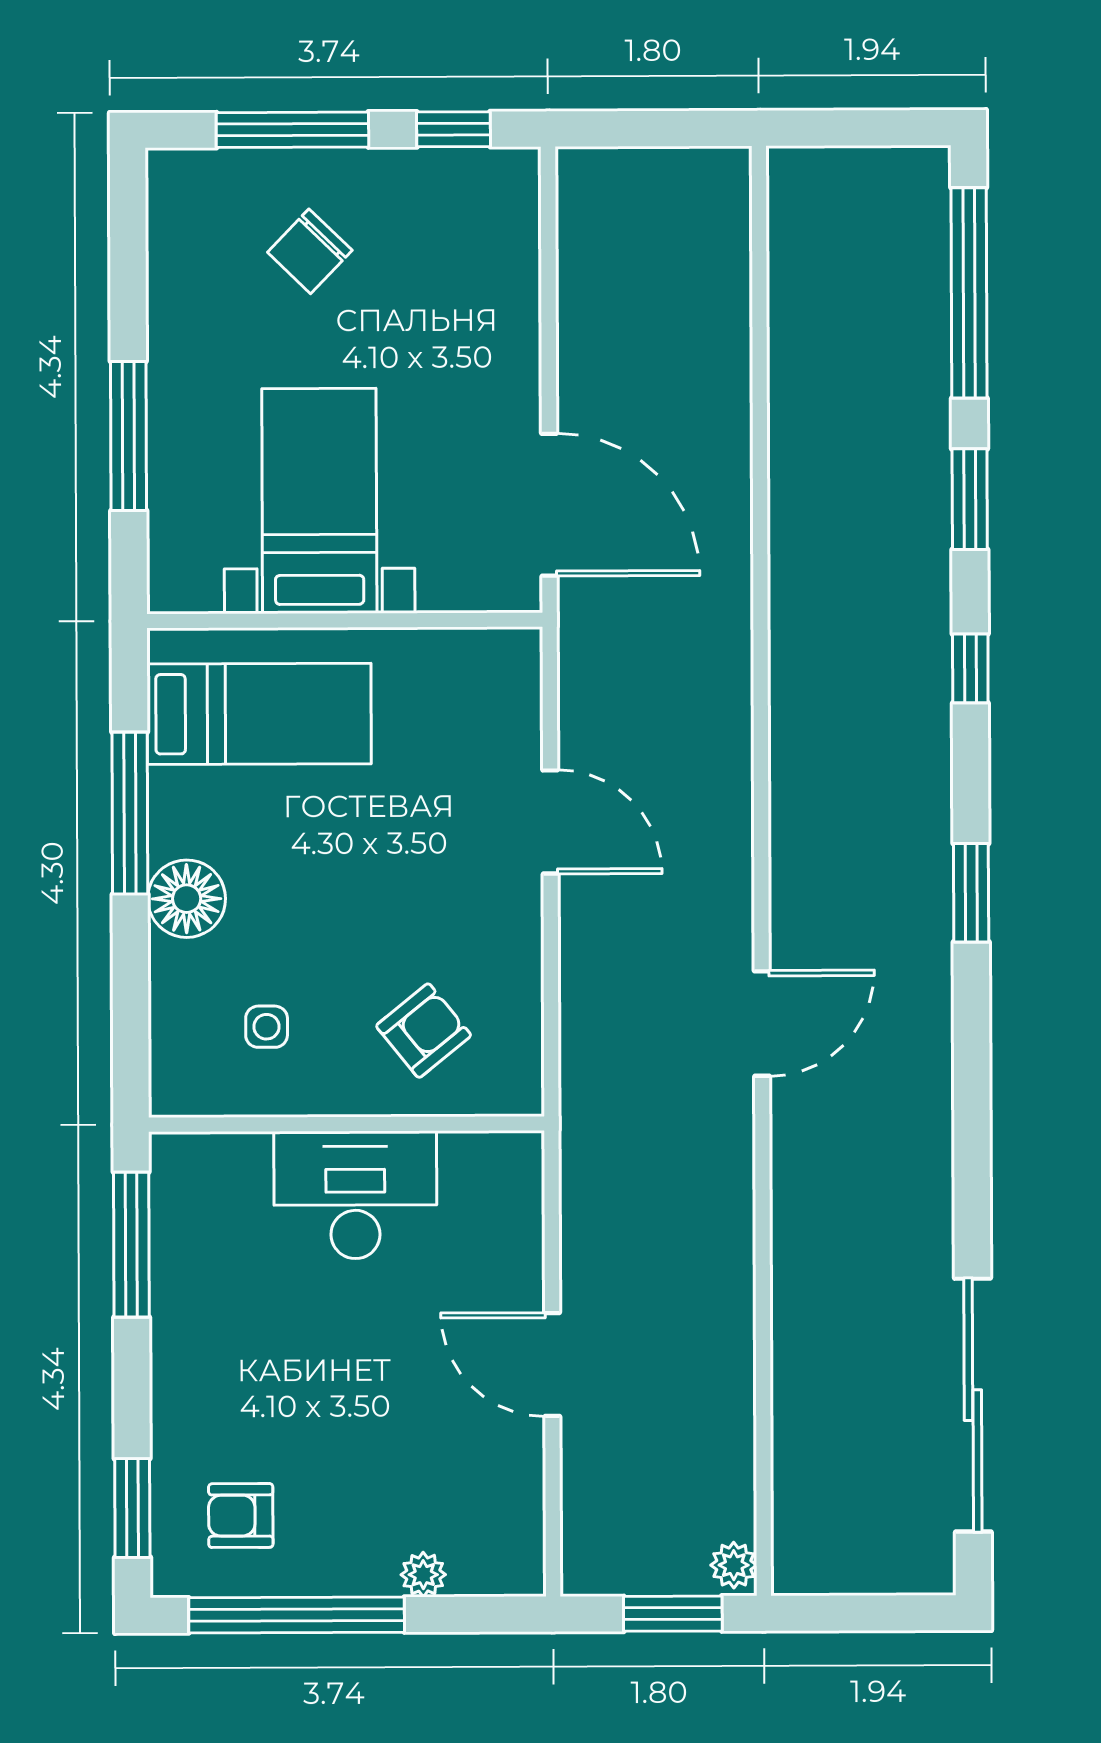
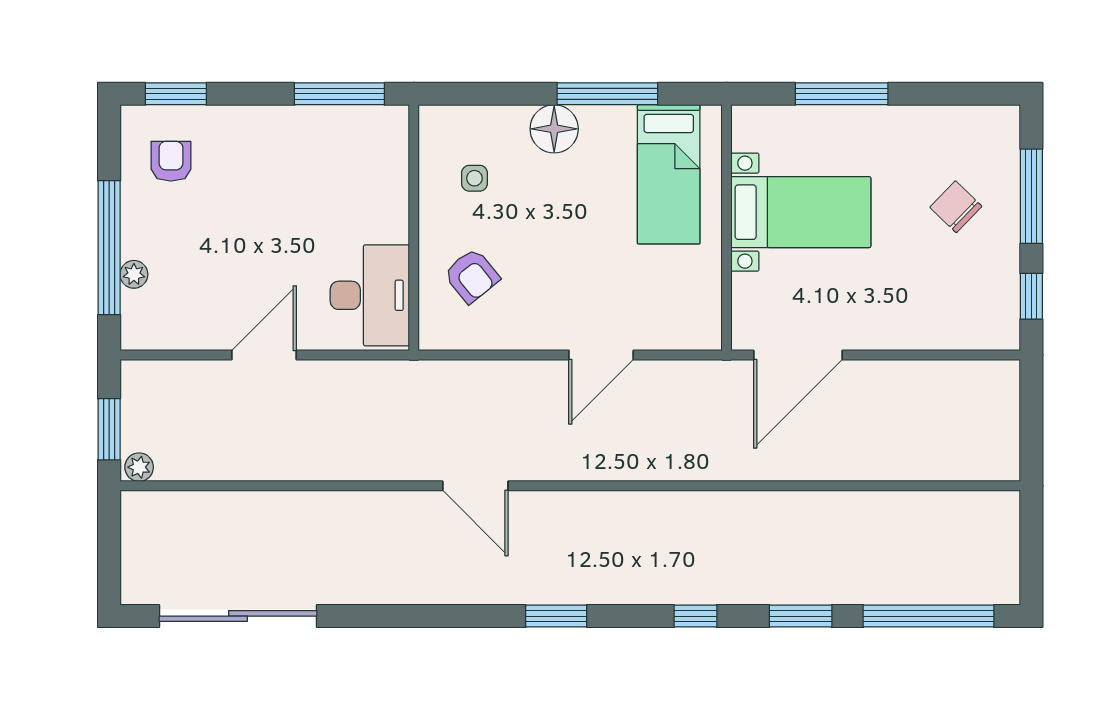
desk: (355, 1195) -> (370, 295), moved
window: (297, 1615) -> (109, 248), moved

